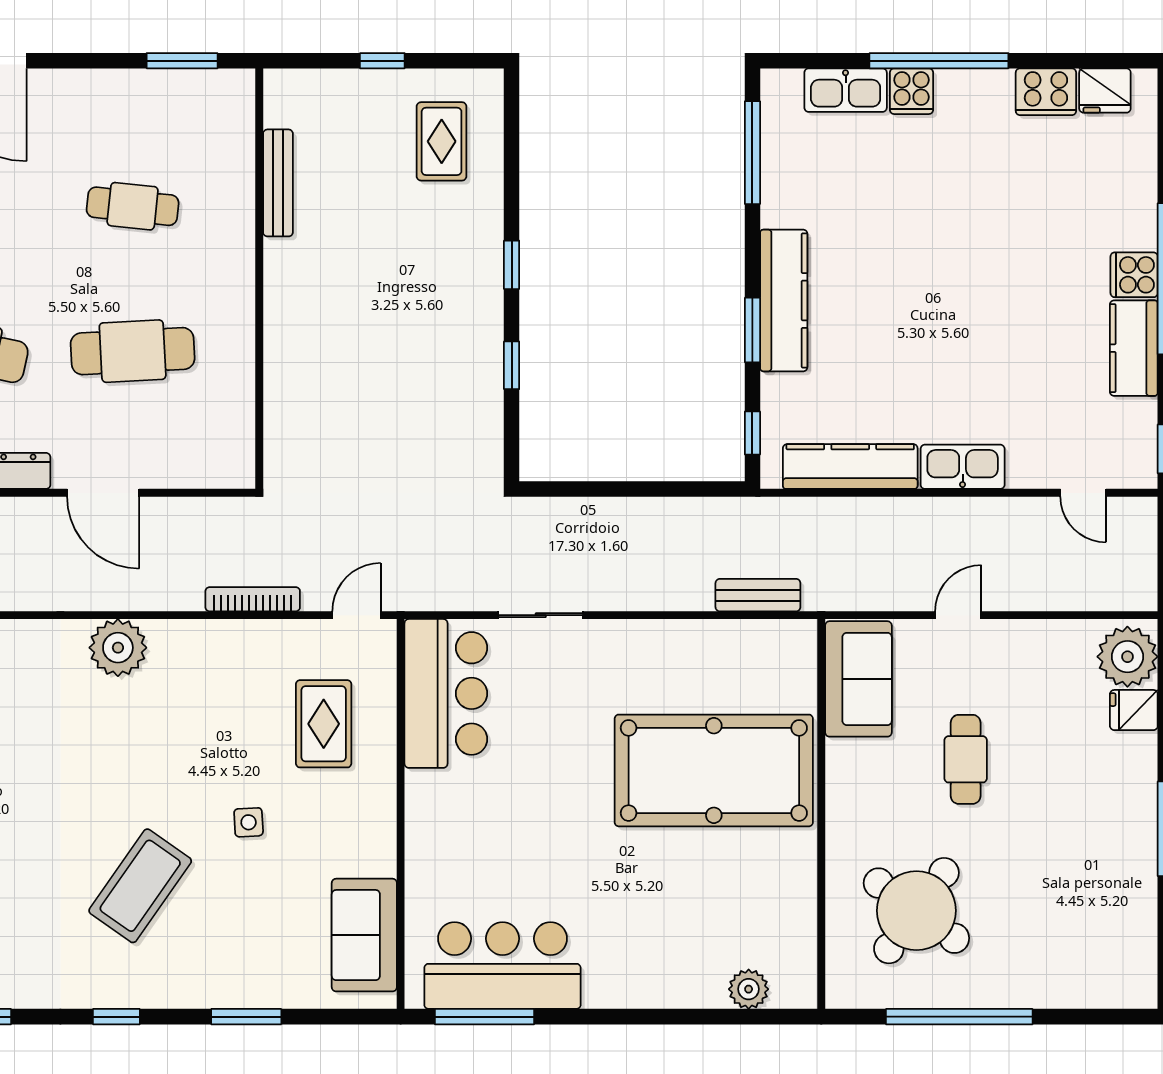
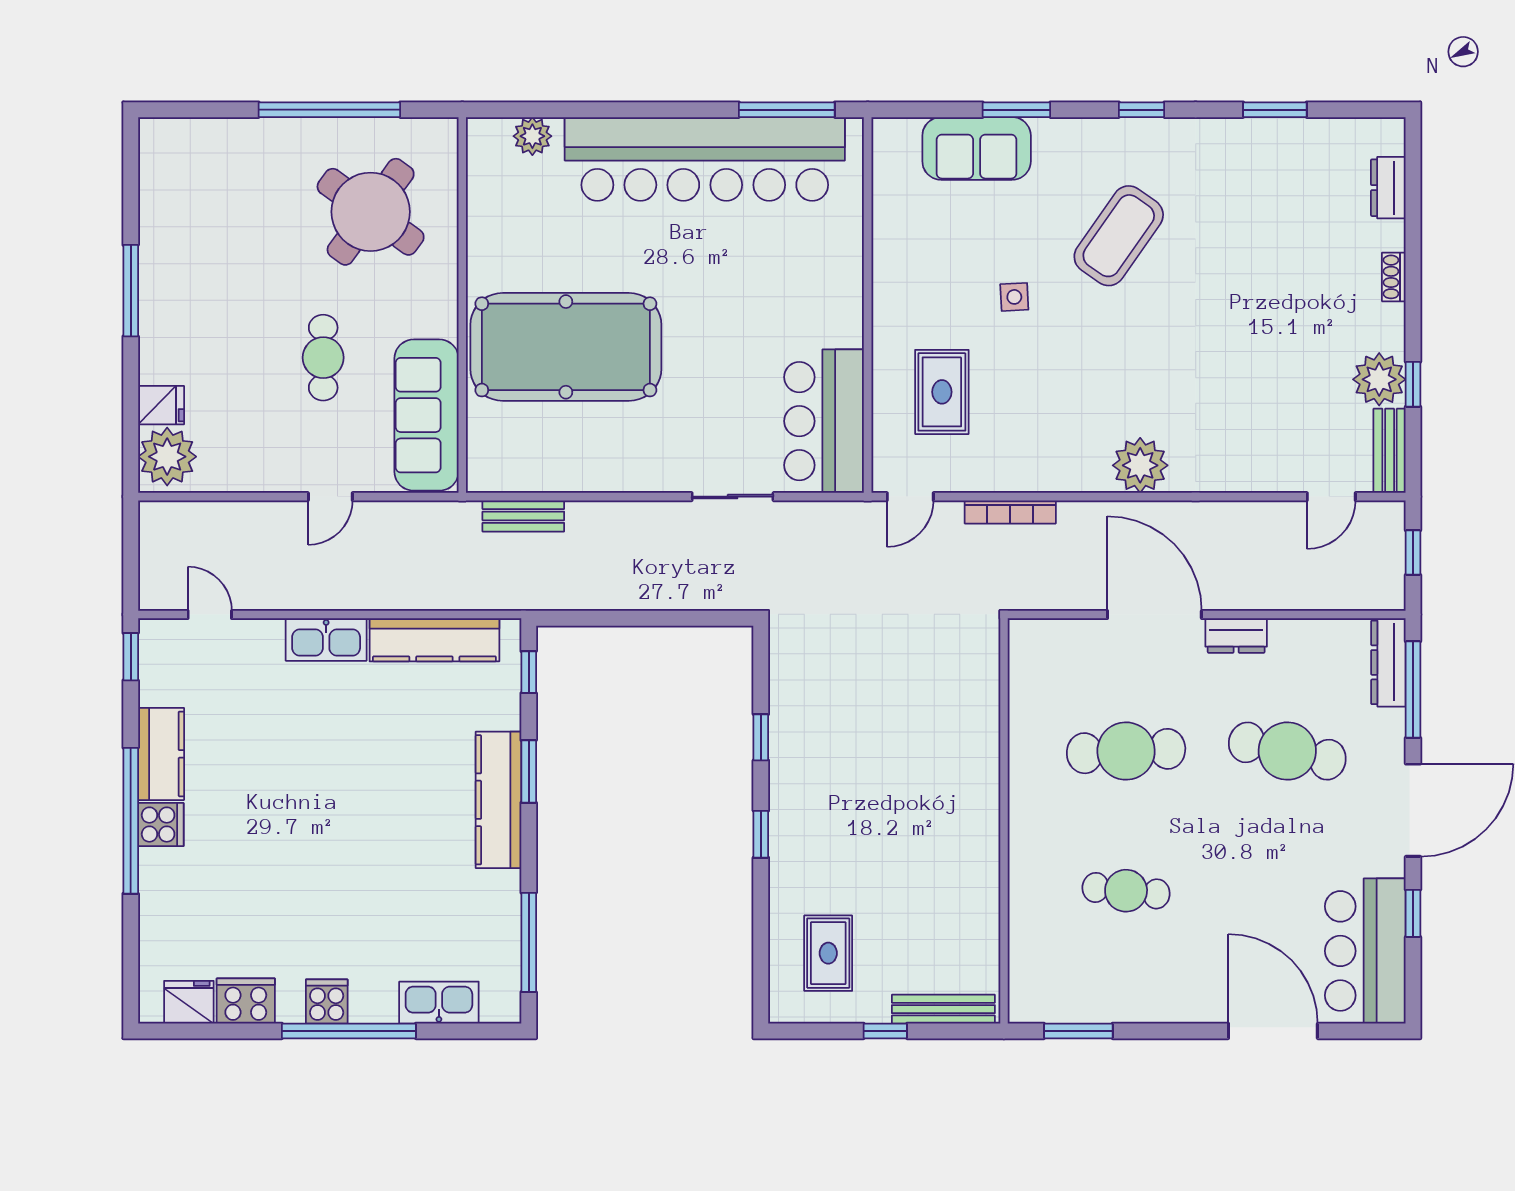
cooker: (911, 91) -> (327, 1002), moved
bench: (278, 183) -> (943, 1009), moved, turned 90
door: (103, 493) -> (1154, 614), width x1.36
sofa: (858, 679) -> (426, 415), width x1.36
sofa: (364, 935) -> (977, 148), moved, turned 90
bar counter: (502, 966) -> (705, 159), width x1.86

